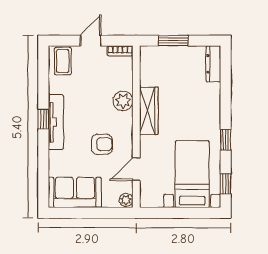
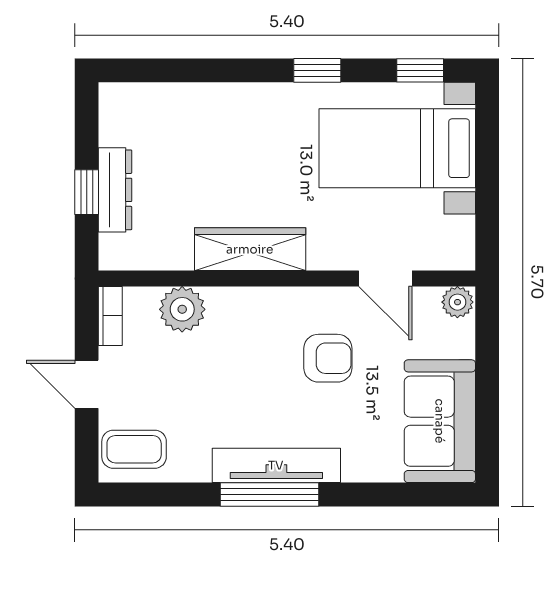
window: (173, 41) -> (87, 192), width x0.67
dresser: (213, 64) -> (115, 190), moved, turned -90
plant: (123, 101) -> (182, 309), moved
window: (43, 119) -> (269, 494), width x2.17
armchair: (102, 144) -> (328, 358), turned 90

